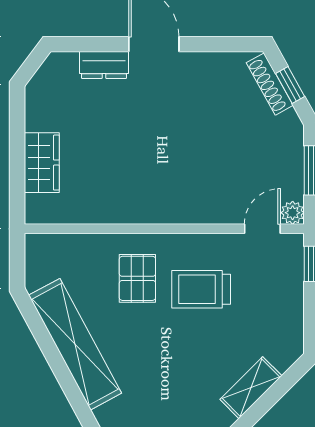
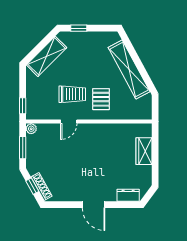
dresser: (104, 65) -> (128, 195), moved
door: (262, 229) -> (69, 121), moved
shelving: (251, 388) -> (47, 56), width x1.50, depth x1.33

